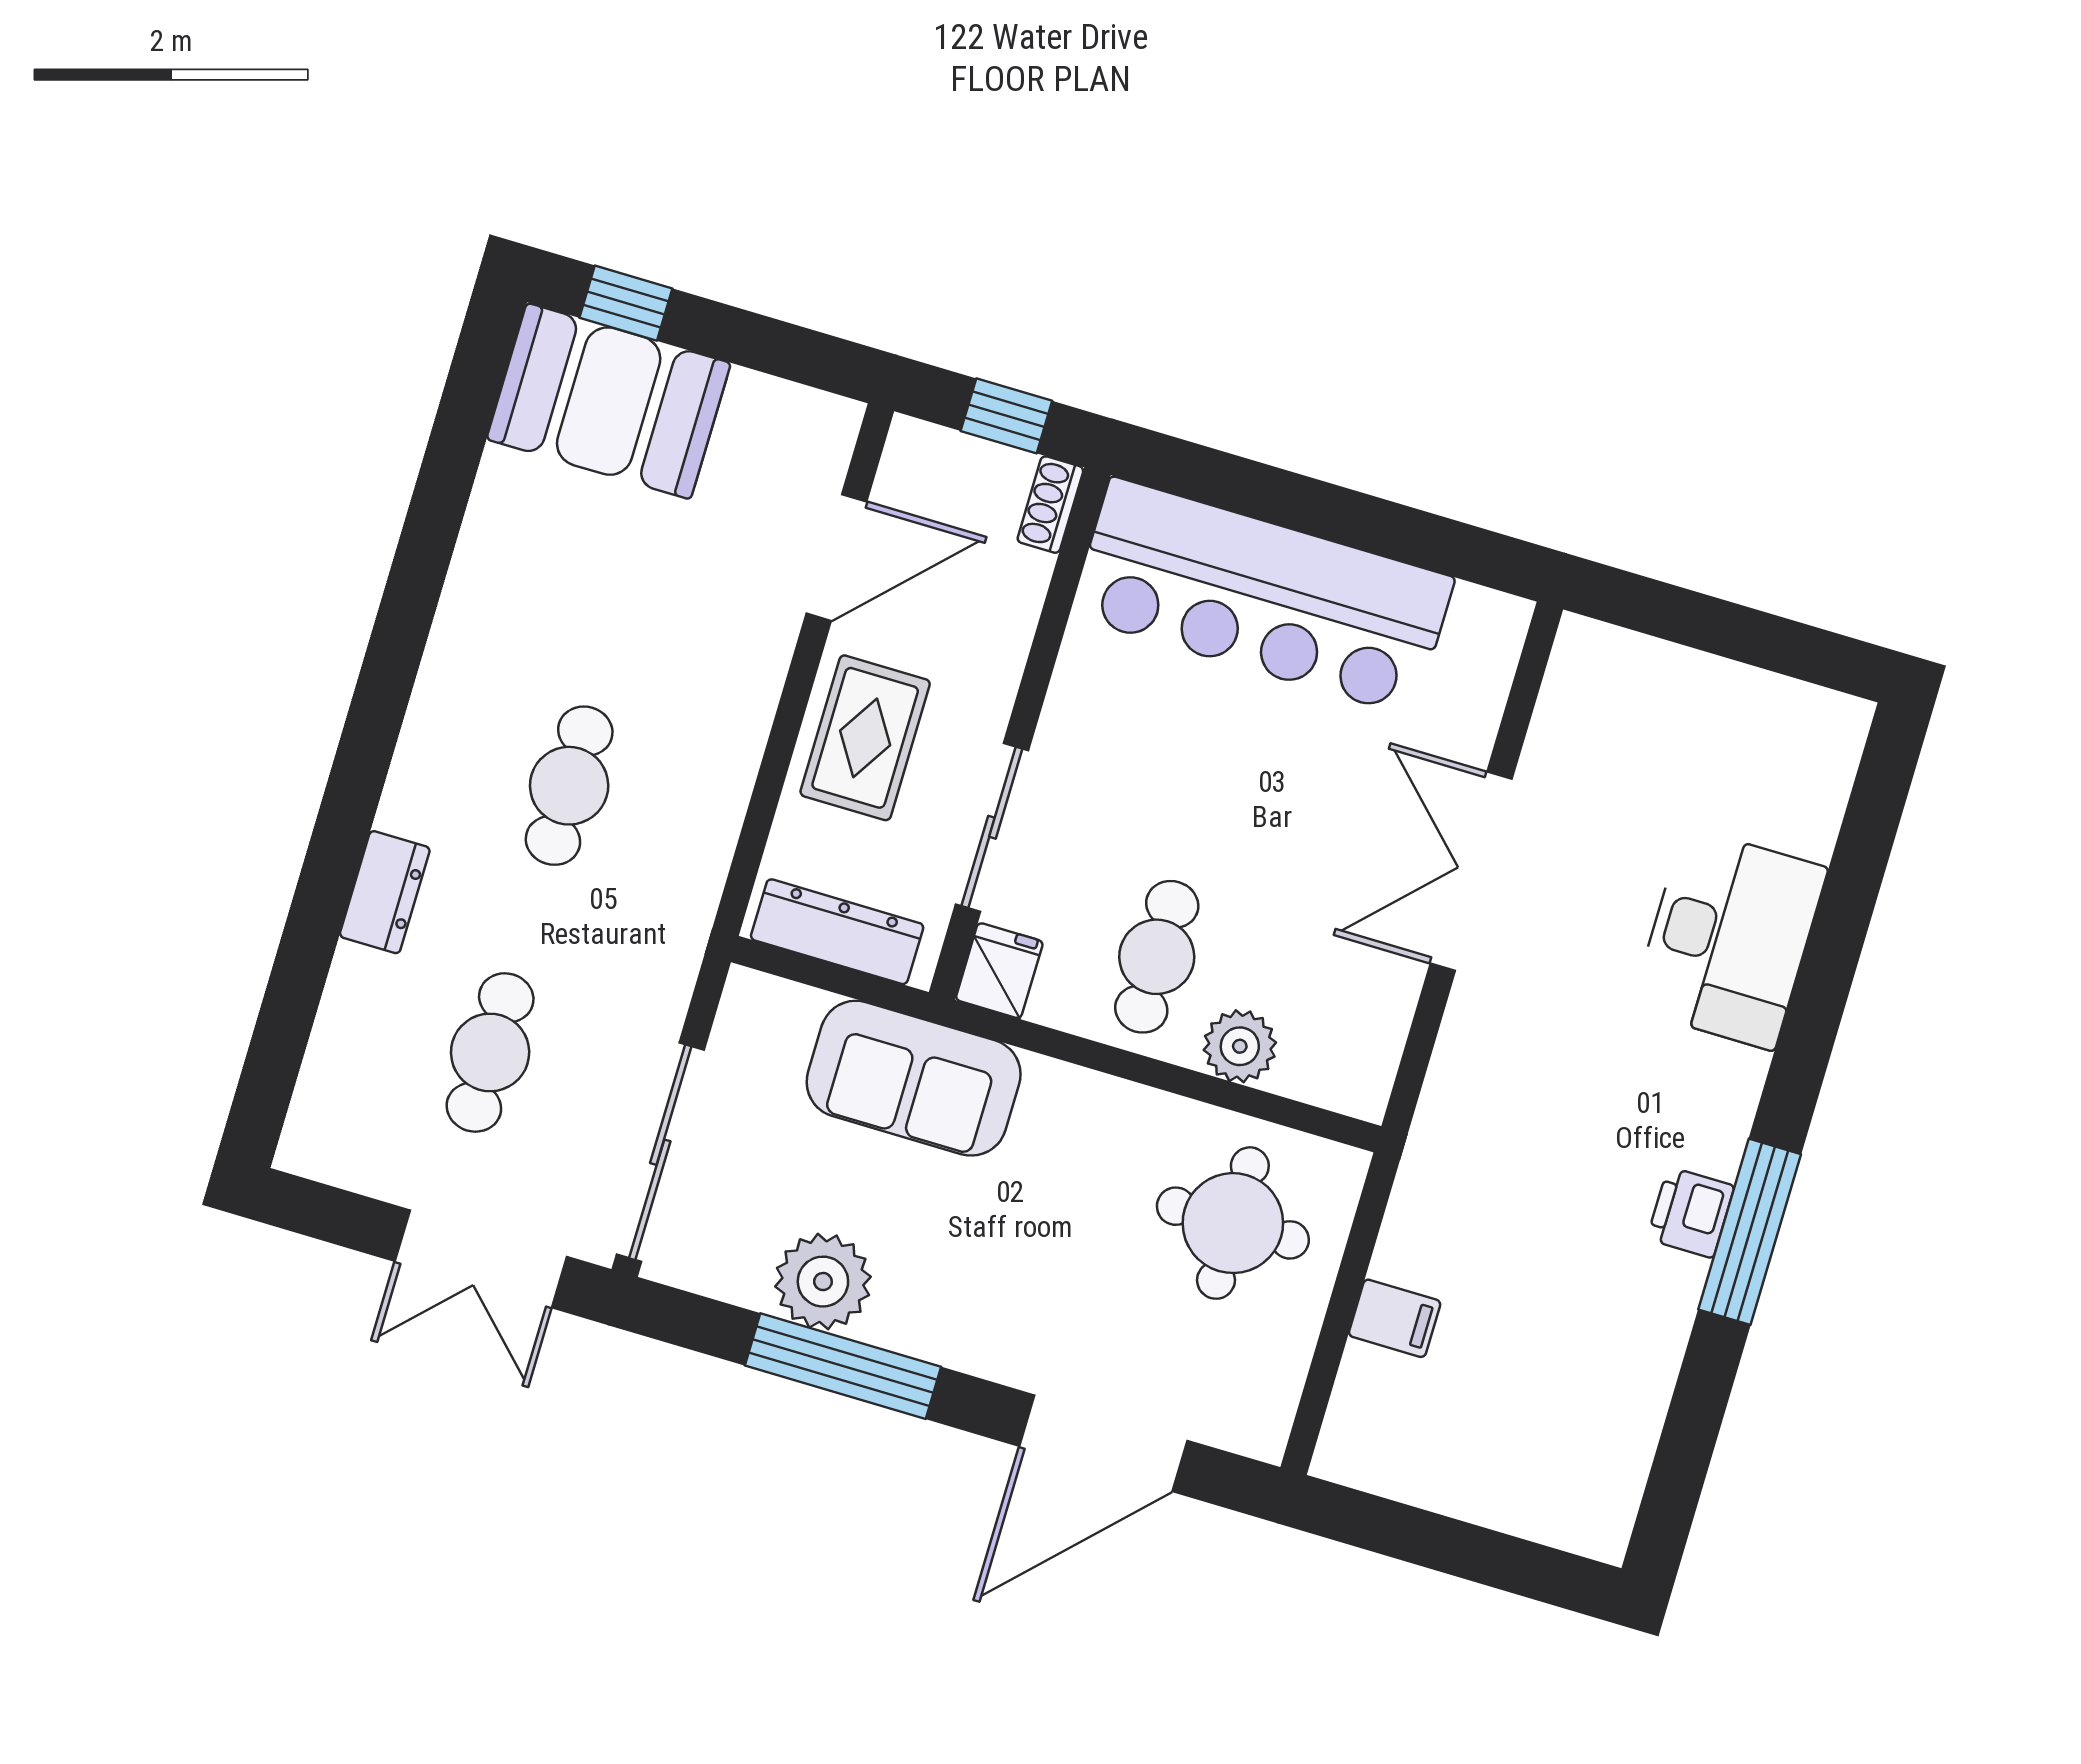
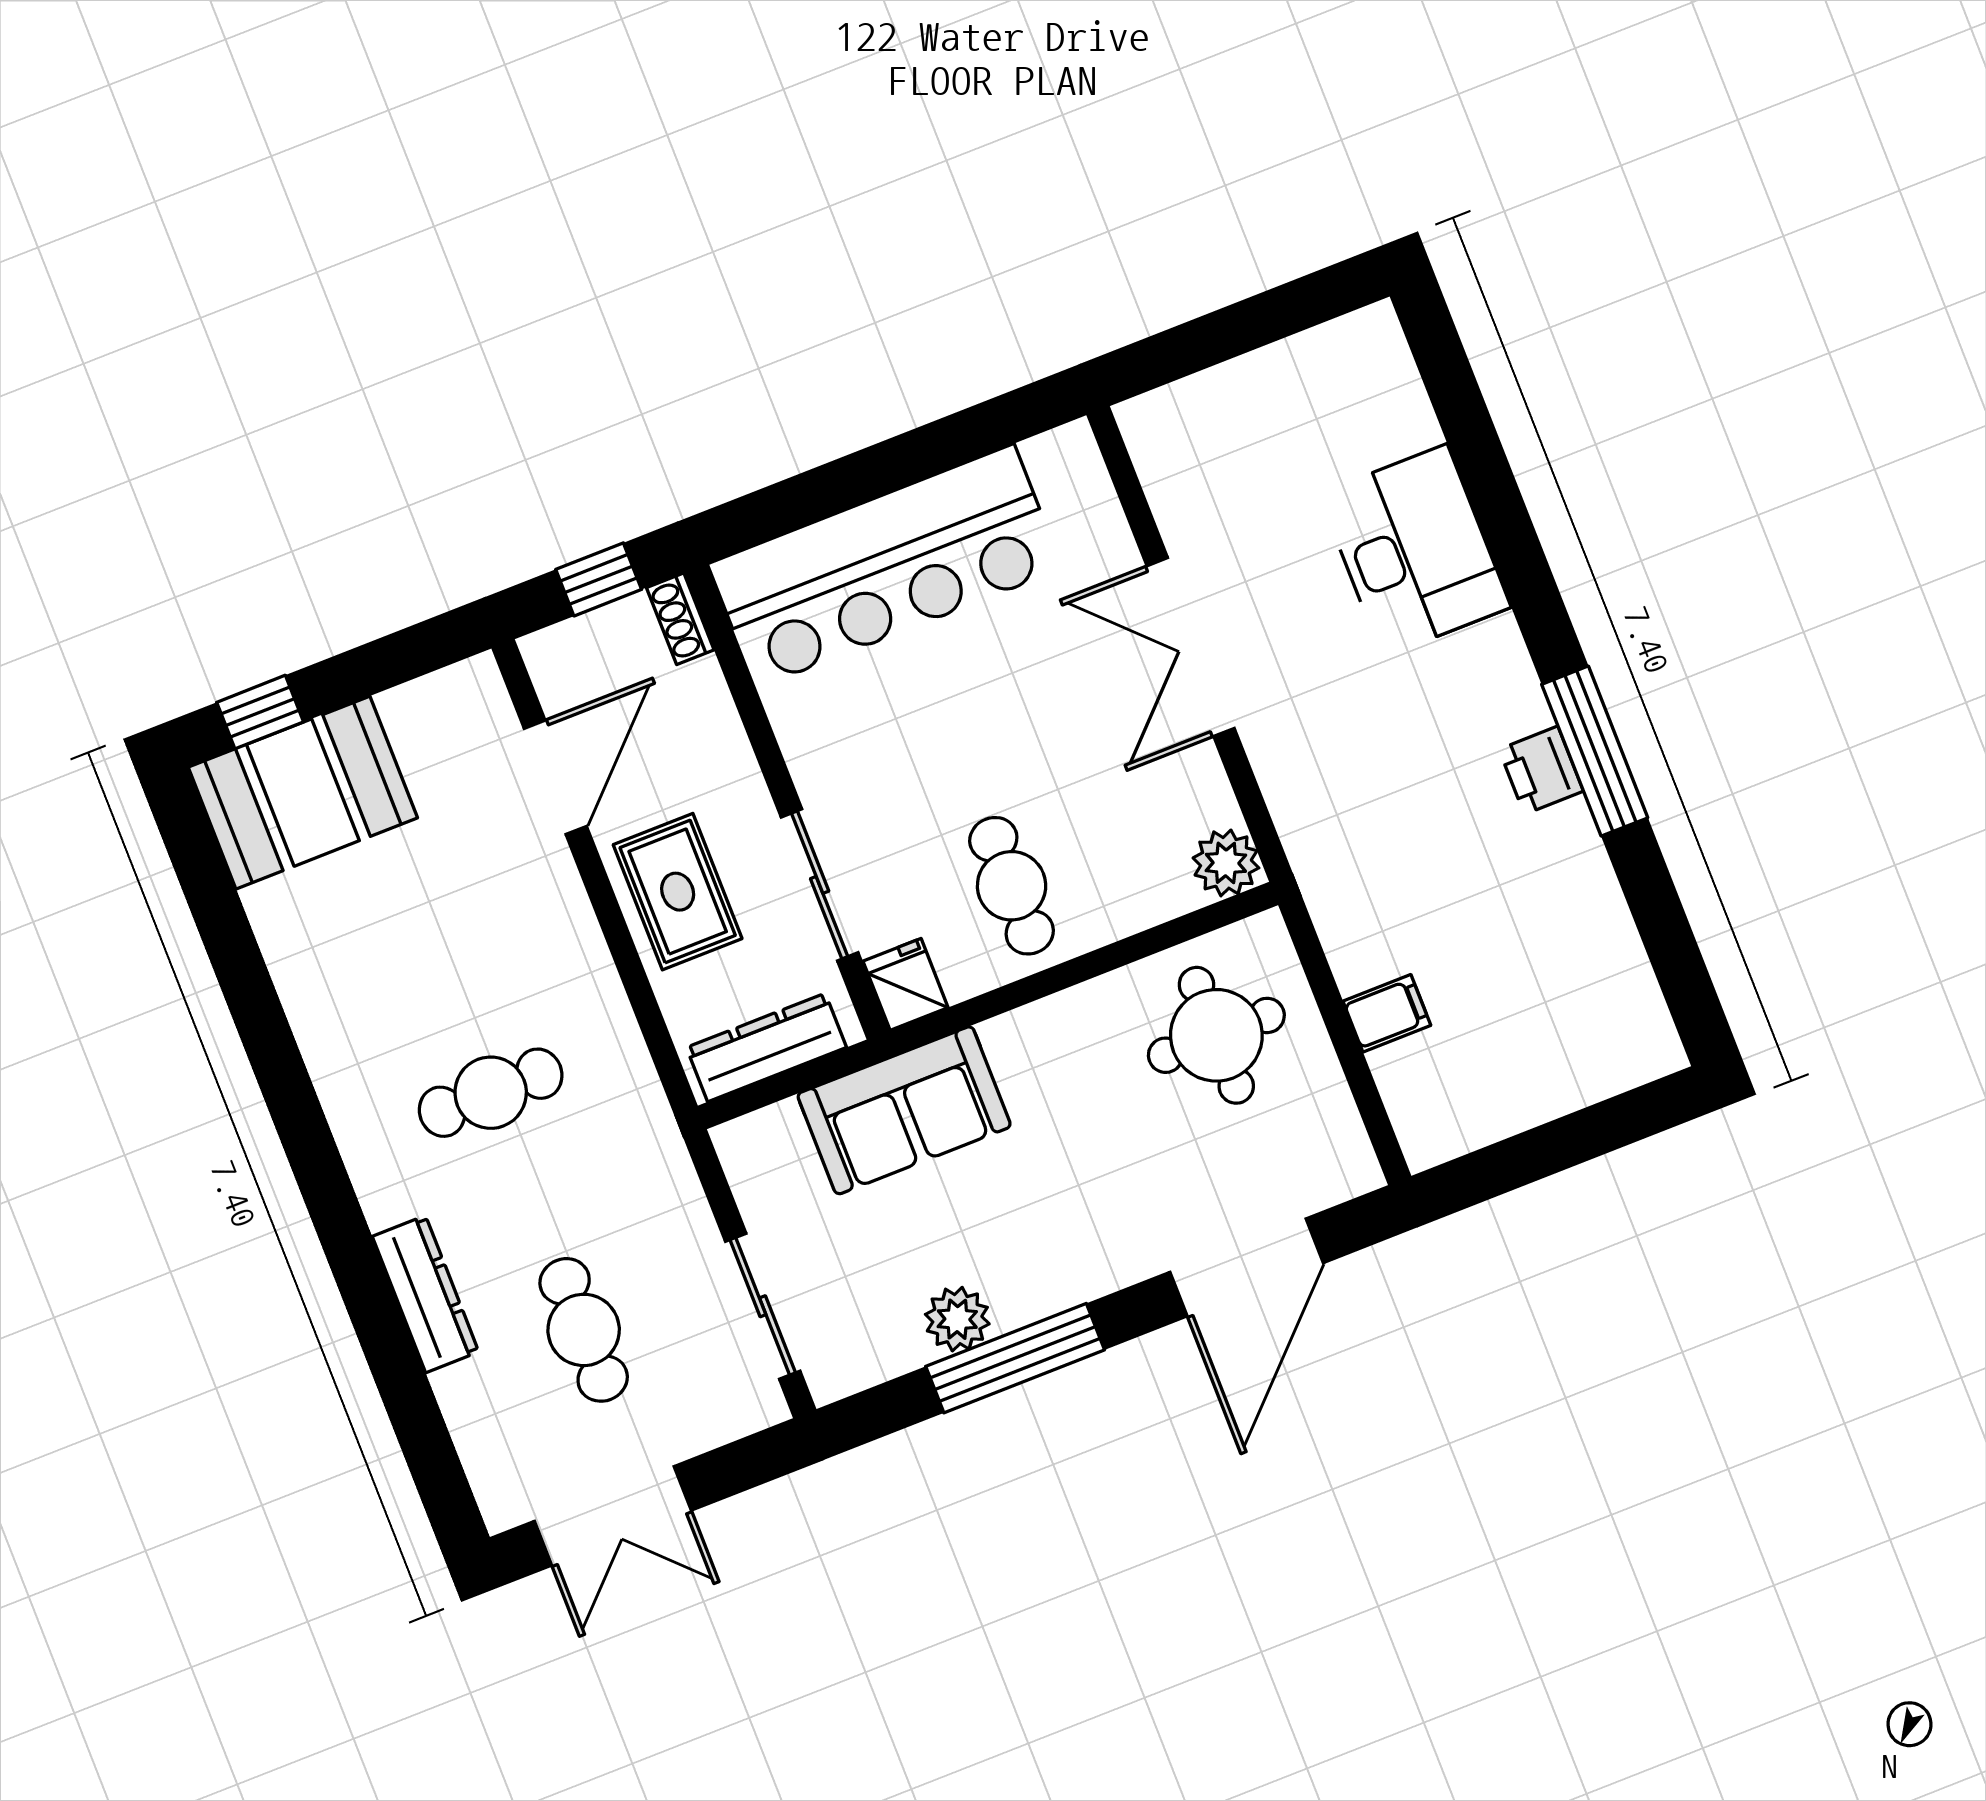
cafe table: (569, 786) -> (491, 1093), turned 90
dresser: (385, 892) -> (425, 1294), width x1.44
plant: (1240, 1046) -> (1226, 863), moved
sliding door: (660, 1152) -> (763, 1306), width x0.73
double door: (481, 1259) -> (613, 1516), moved
plant: (823, 1282) -> (957, 1319), width x0.73, depth x0.73

